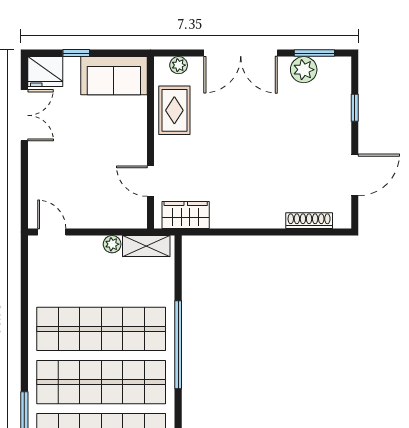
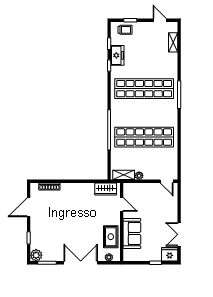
plant: (304, 70) -> (36, 255), moved
sofa: (114, 76) -> (132, 233), moved, turned 90
shop shelf: (101, 382) -> (144, 113), removed

